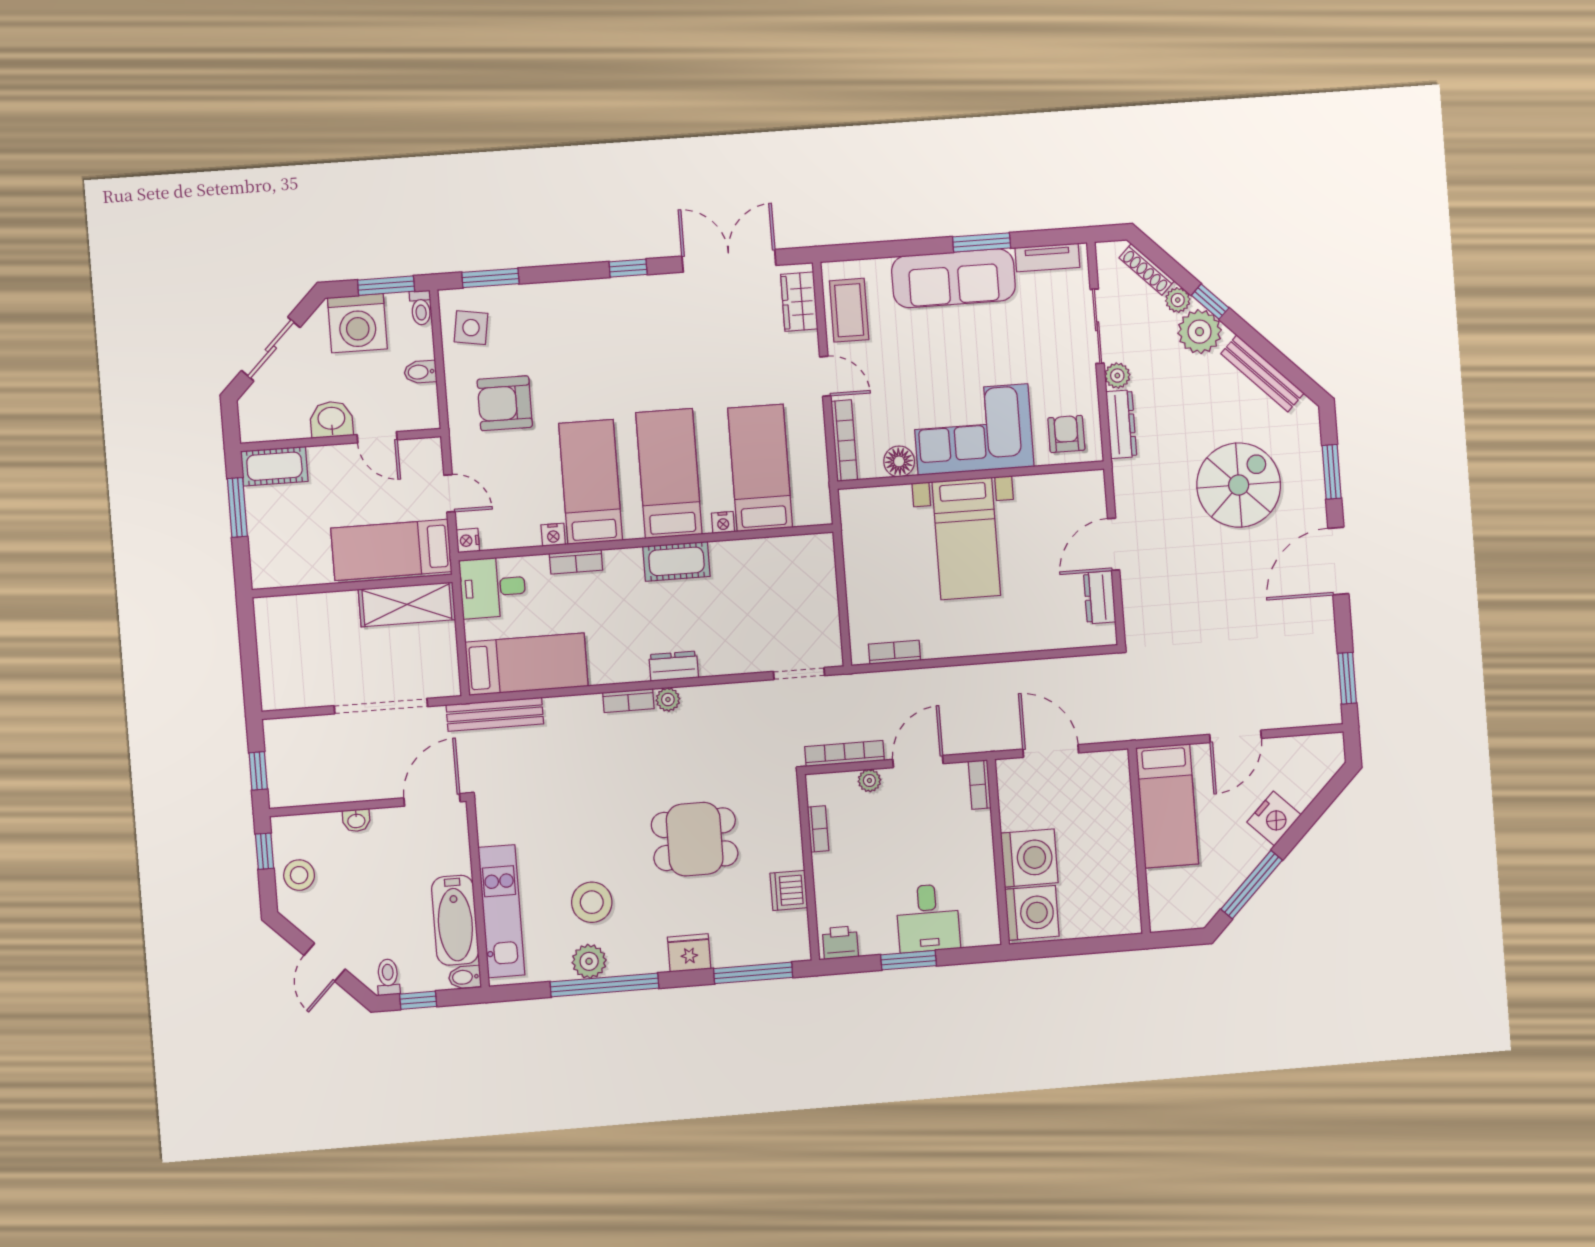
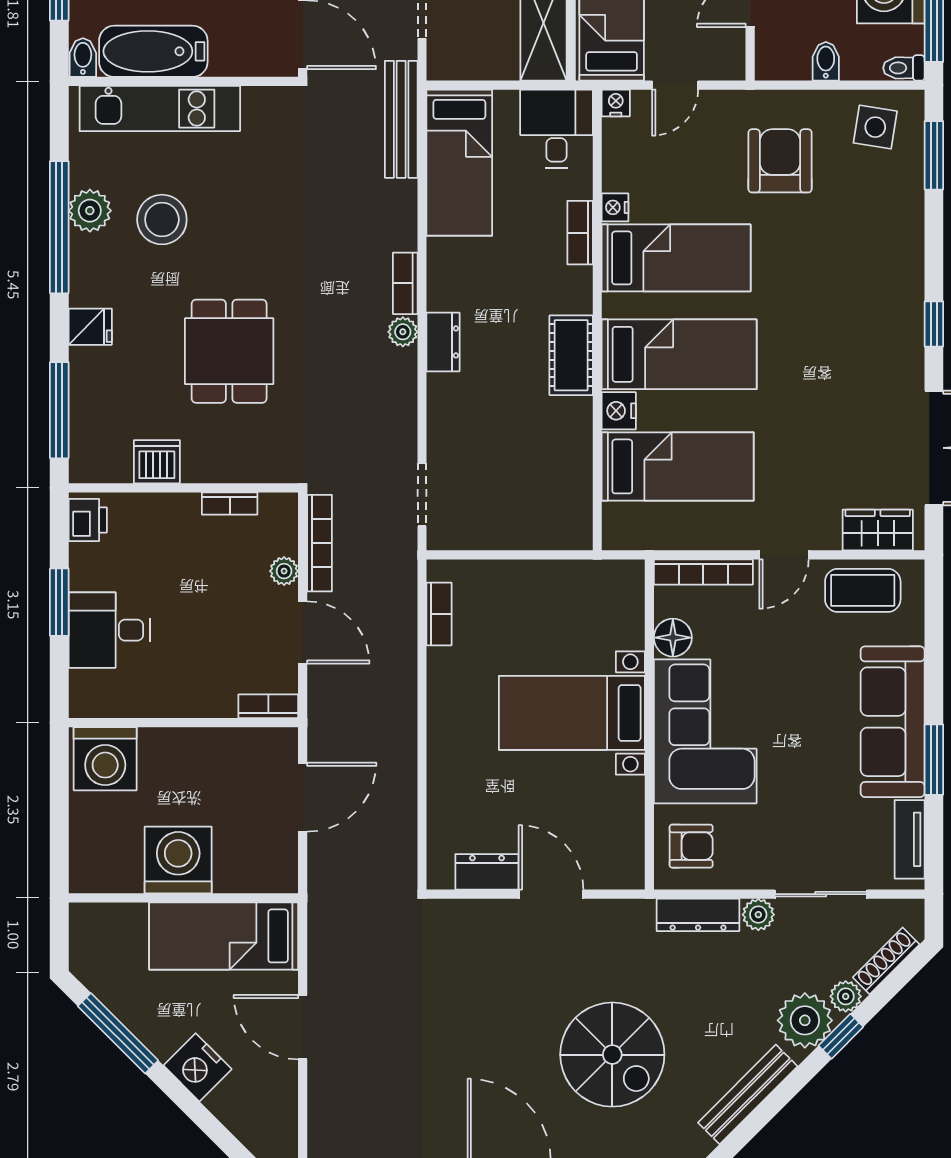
nightstand: (723, 522) -> (619, 411), width x1.39, depth x1.35
washing machine: (1029, 858) -> (178, 860), moved, turned 180
fridge: (689, 953) -> (90, 327), width x0.72

